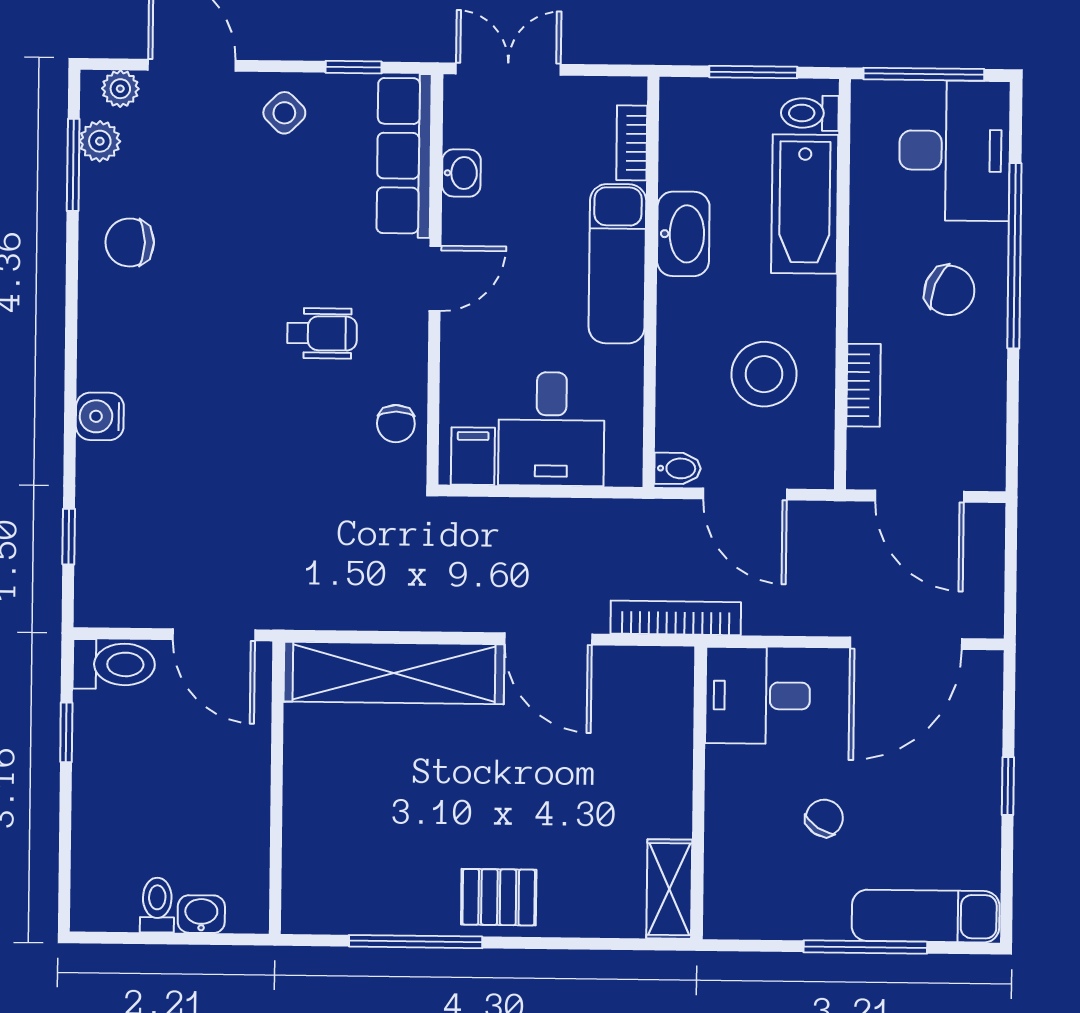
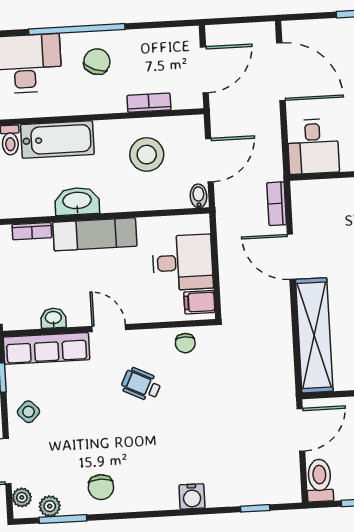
wheelchair: (322, 333) -> (141, 385), turned -64
chair: (396, 424) -> (185, 343), turned 90
bookcase: (676, 618) -> (277, 204), width x0.64
door: (548, 639) -> (291, 257), swing flipped

